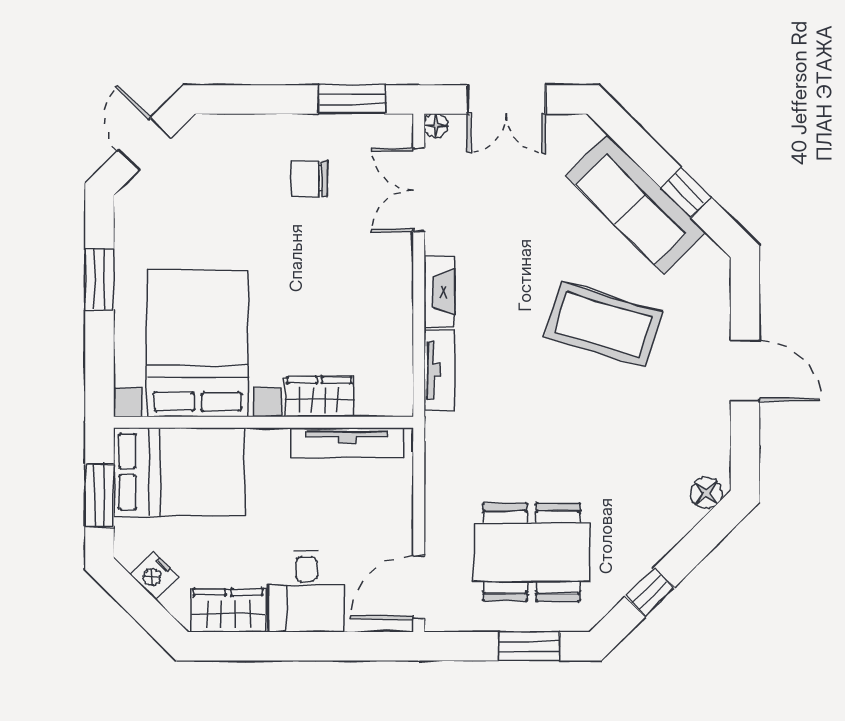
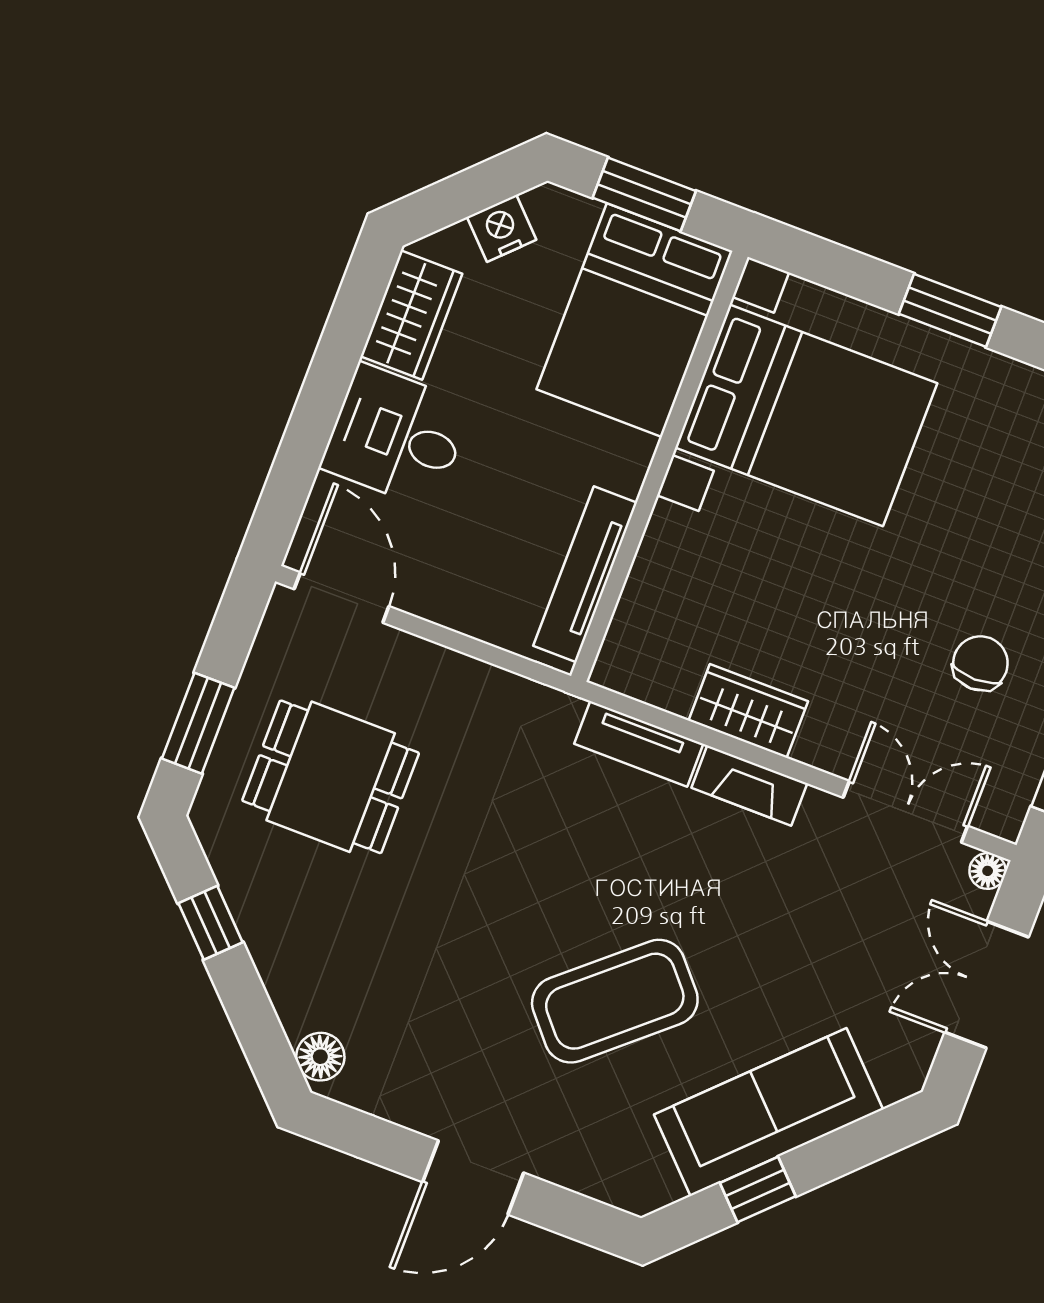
coffee table: (603, 325) -> (615, 1001), turned 32
wardrobe: (319, 397) -> (748, 711), moved, turned -90
dining table: (532, 552) -> (331, 777), width x0.73

